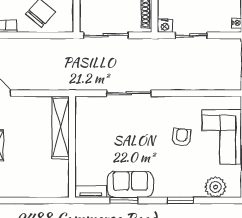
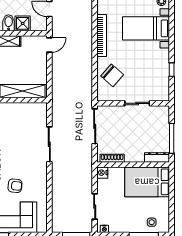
sliding door: (191, 35) -> (95, 207), moved

